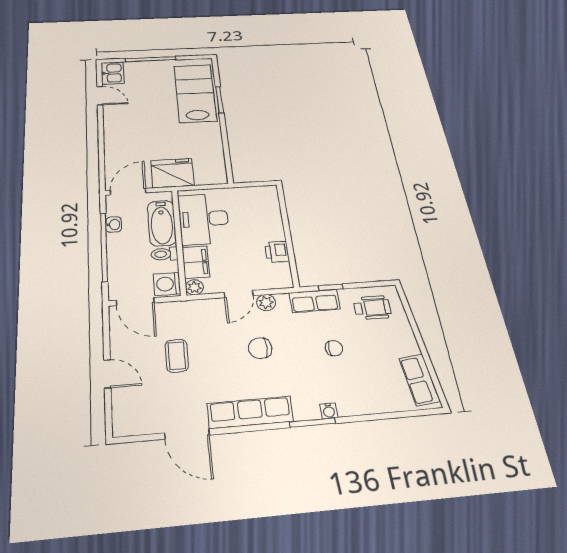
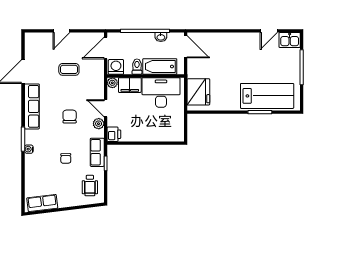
fridge: (172, 173) -> (198, 92), moved
printer: (277, 252) -> (114, 134), moved, turned 90

